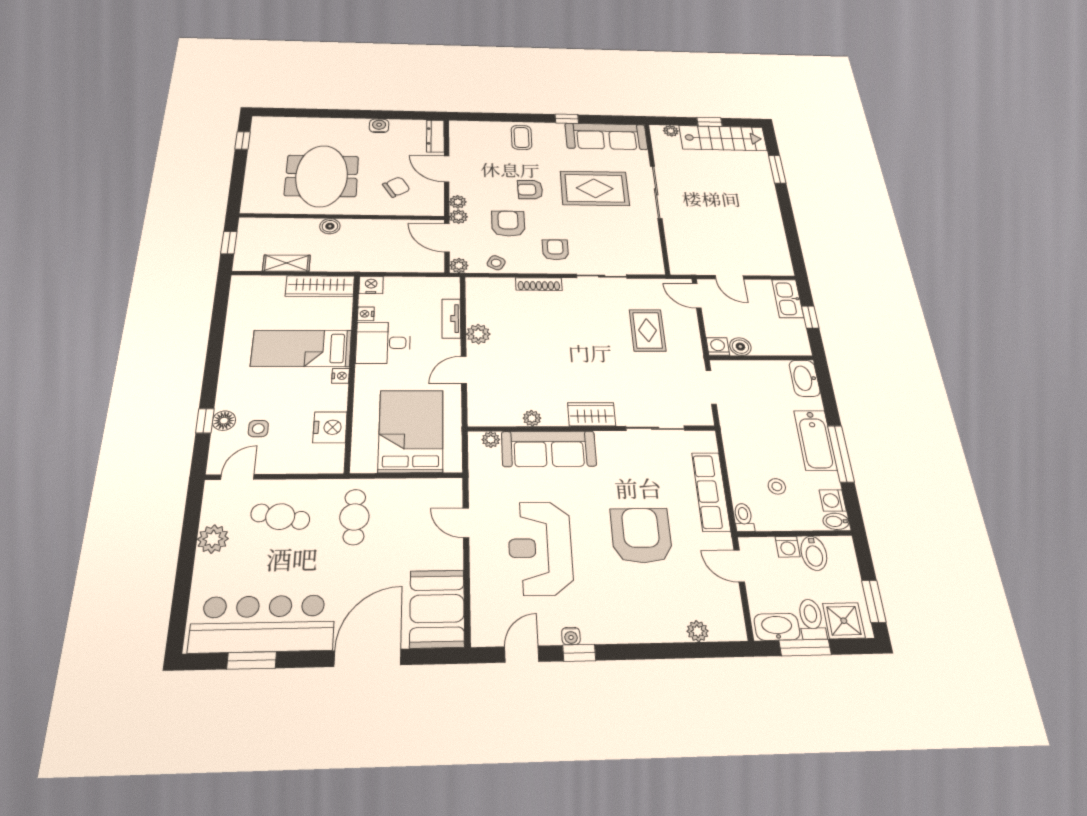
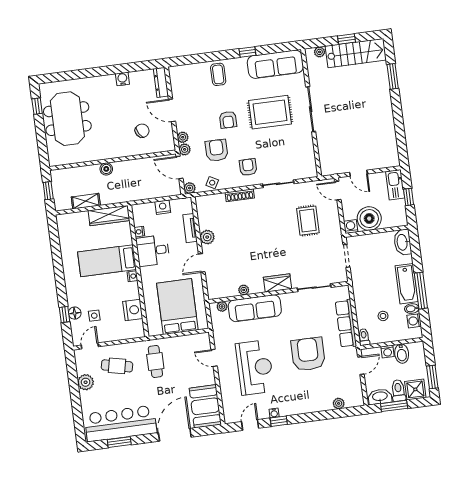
meeting table: (322, 176) -> (67, 119), moved
armchair: (530, 190) -> (228, 120), turned -89
nightstand: (371, 285) -> (163, 207), moved
boiler: (740, 347) -> (369, 219), width x1.86, depth x1.86
bidet: (836, 521) -> (412, 309), moved
reception desk: (540, 548) -> (255, 368), turned 180
door: (739, 566) -> (361, 366), swing flipped

